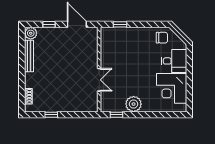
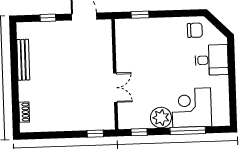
plant: (31, 33) -> (25, 30), removed
corner desk: (172, 88) -> (192, 108), moved, turned 90
window: (51, 115) -> (95, 134), moved
window: (154, 115) -> (188, 131), added

